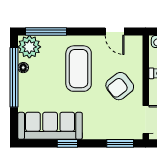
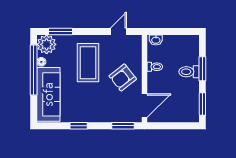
window: (46, 31) -> (61, 31), width x0.69
door: (115, 31) -> (118, 31), swing flipped
sofa: (50, 126) -> (48, 94), moved, turned 90

